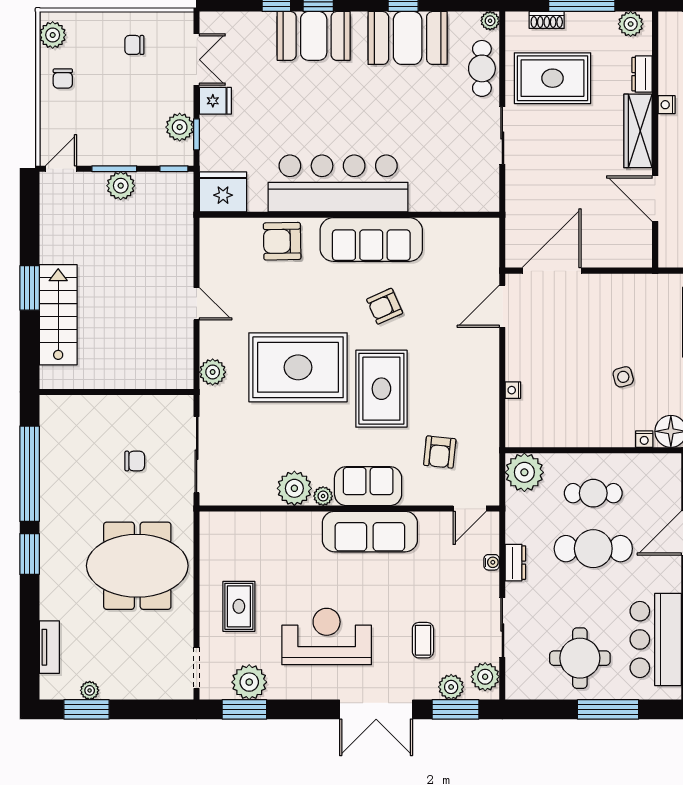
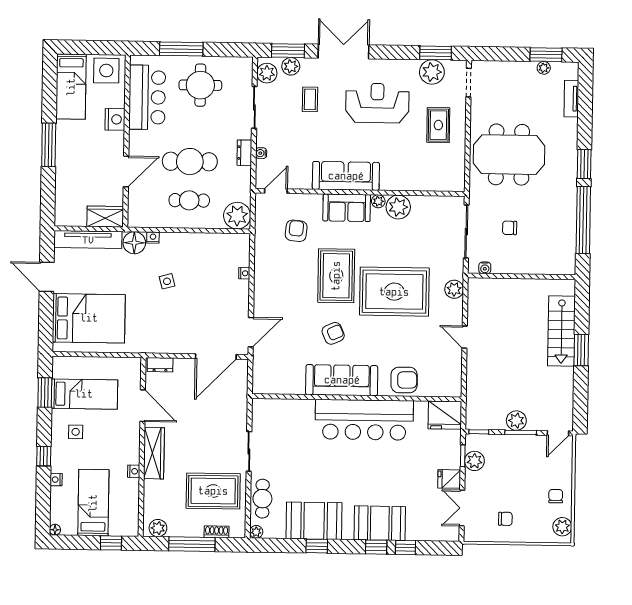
dresser: (642, 74) -> (160, 365), moved, turned 90
water cooler: (169, 403) -> (485, 268), added
reception desk: (327, 636) -> (377, 103), turned 180

